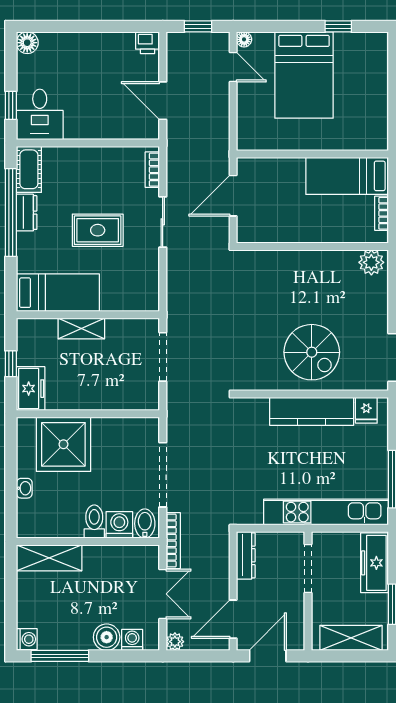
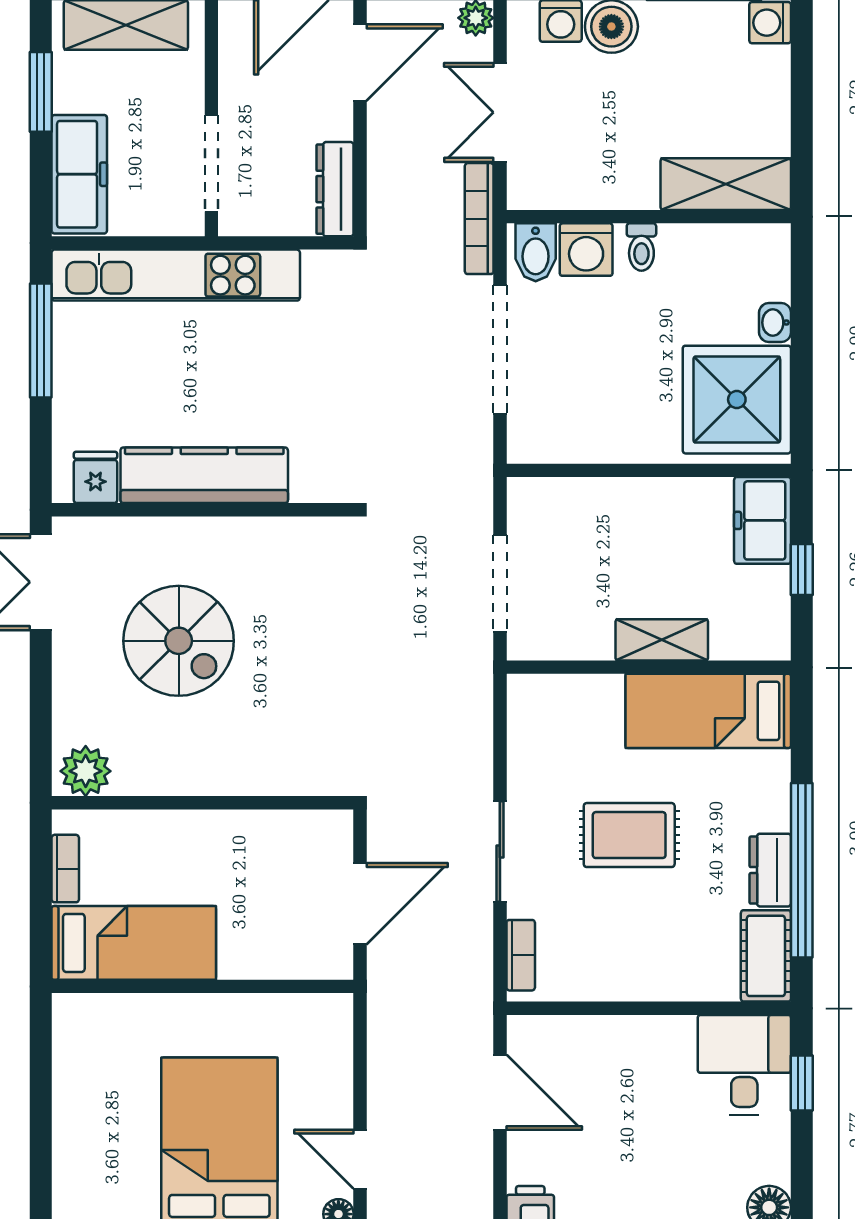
spiral stairs: (312, 352) -> (179, 641), moved, turned 180
shower: (63, 444) -> (737, 400), moved
toilet: (94, 522) -> (641, 247), width x0.73, depth x0.72

